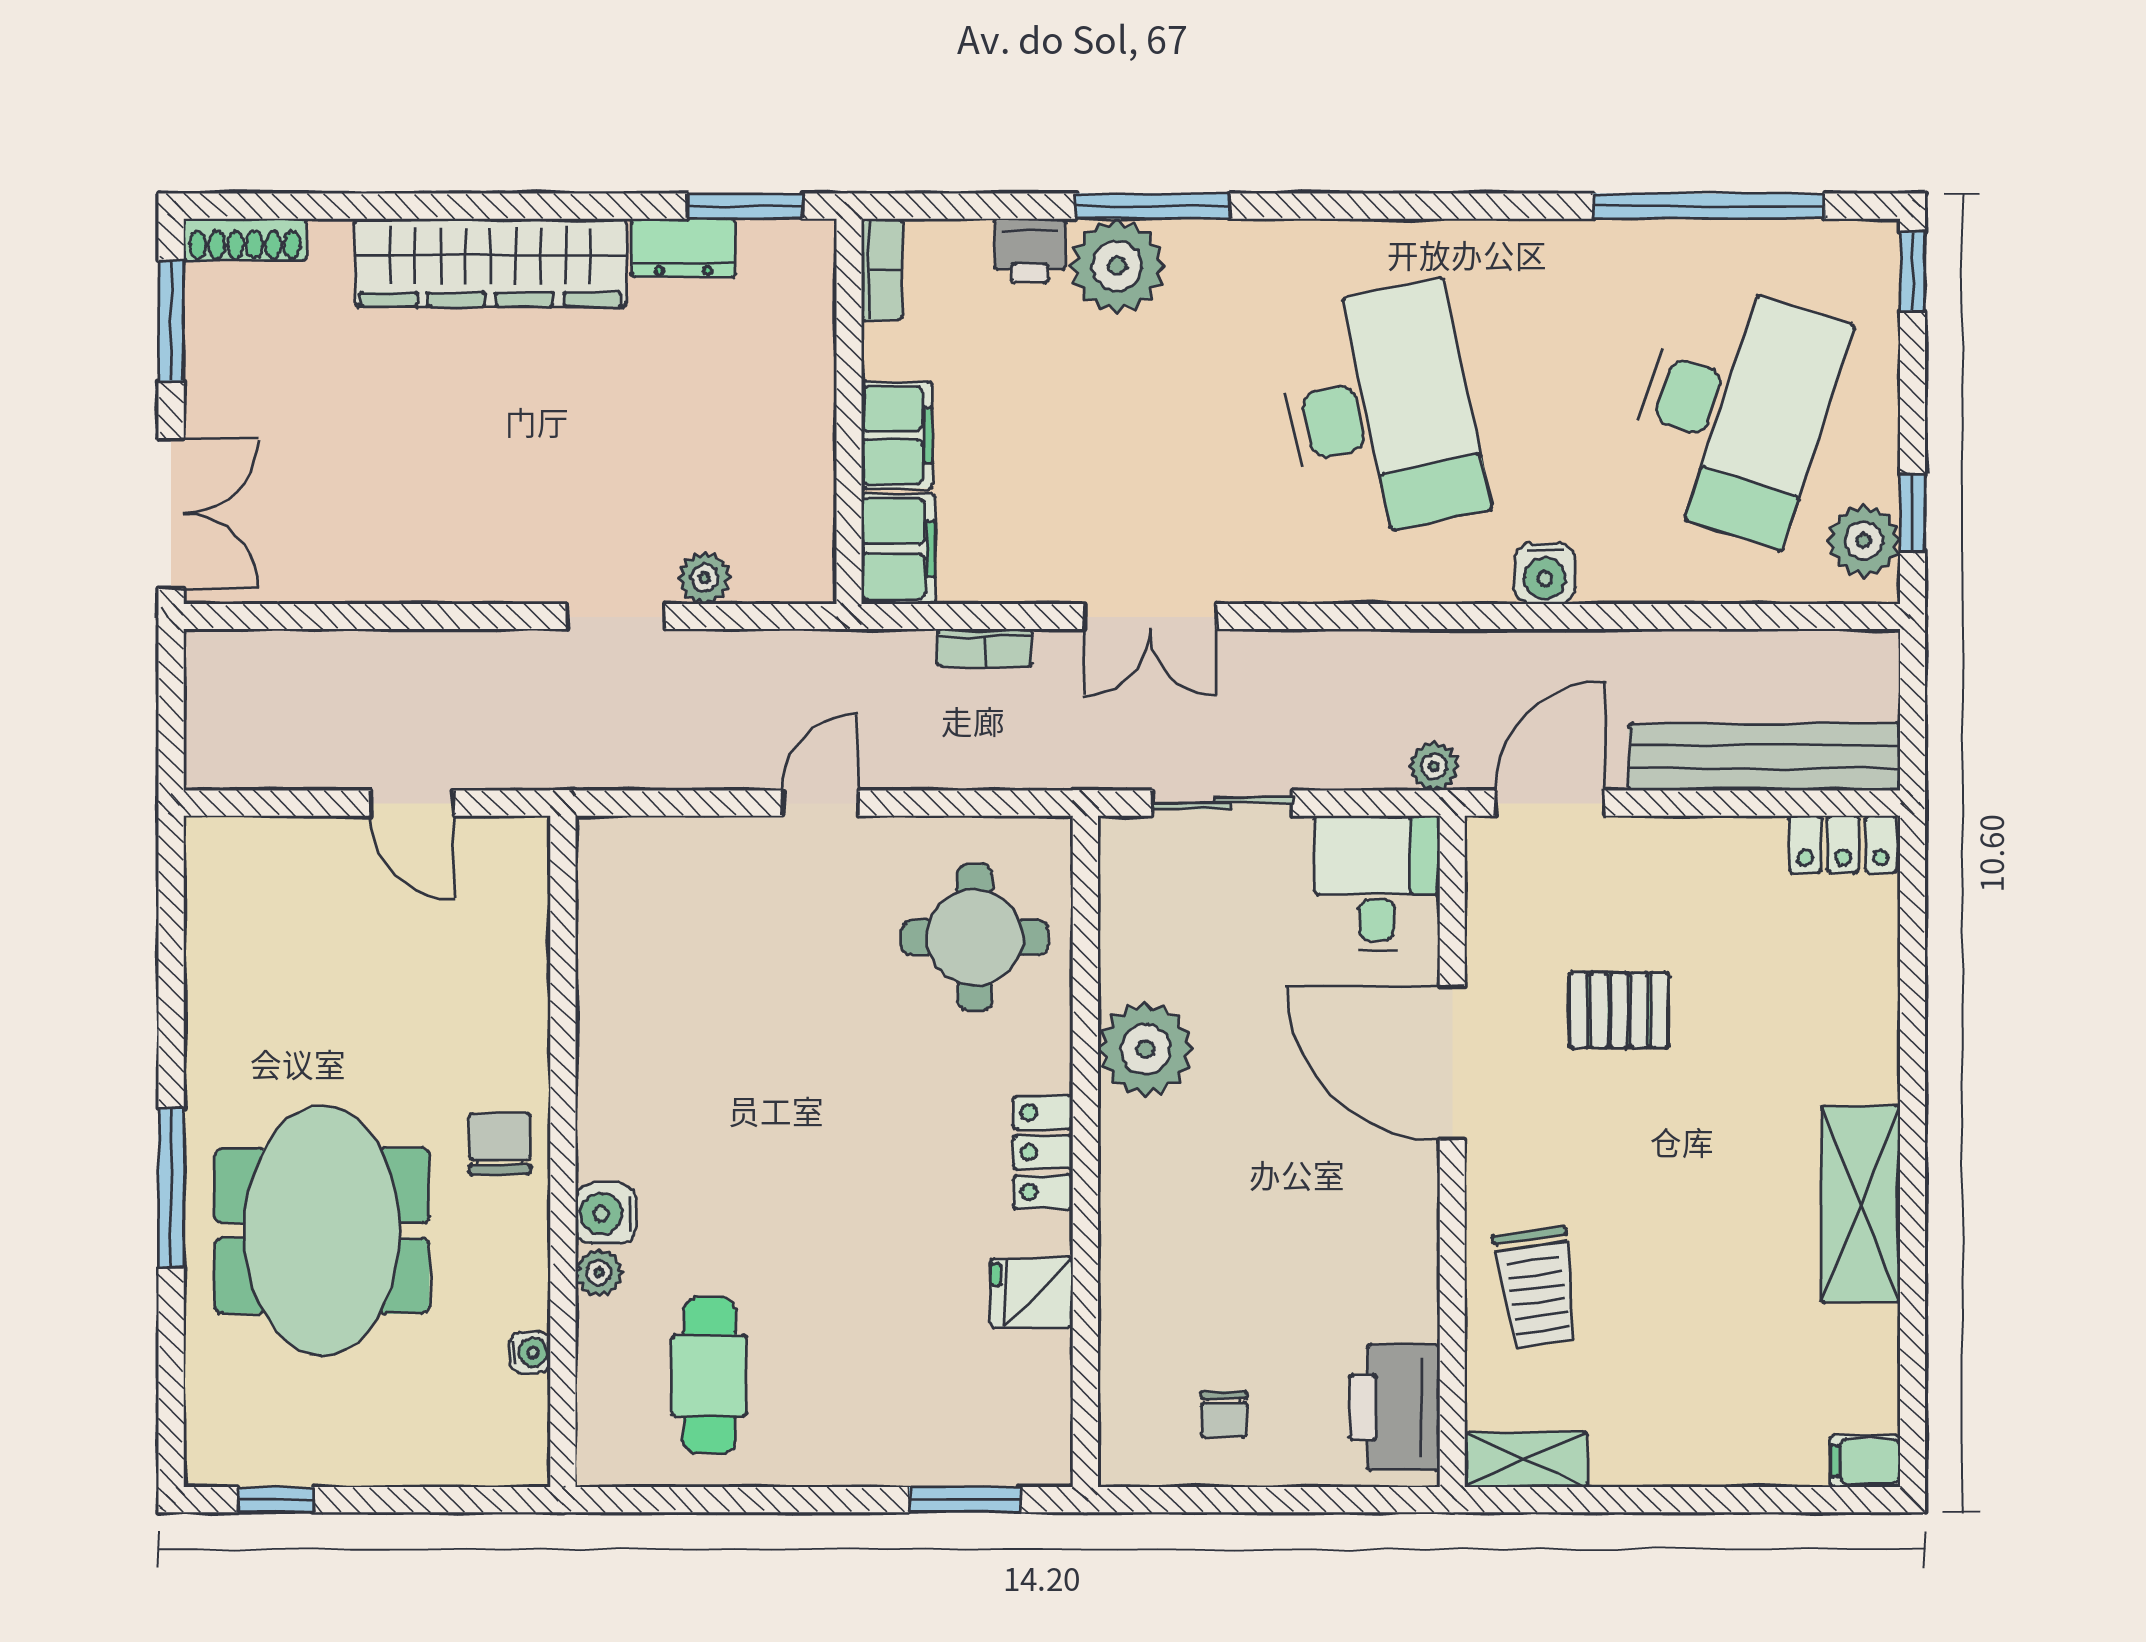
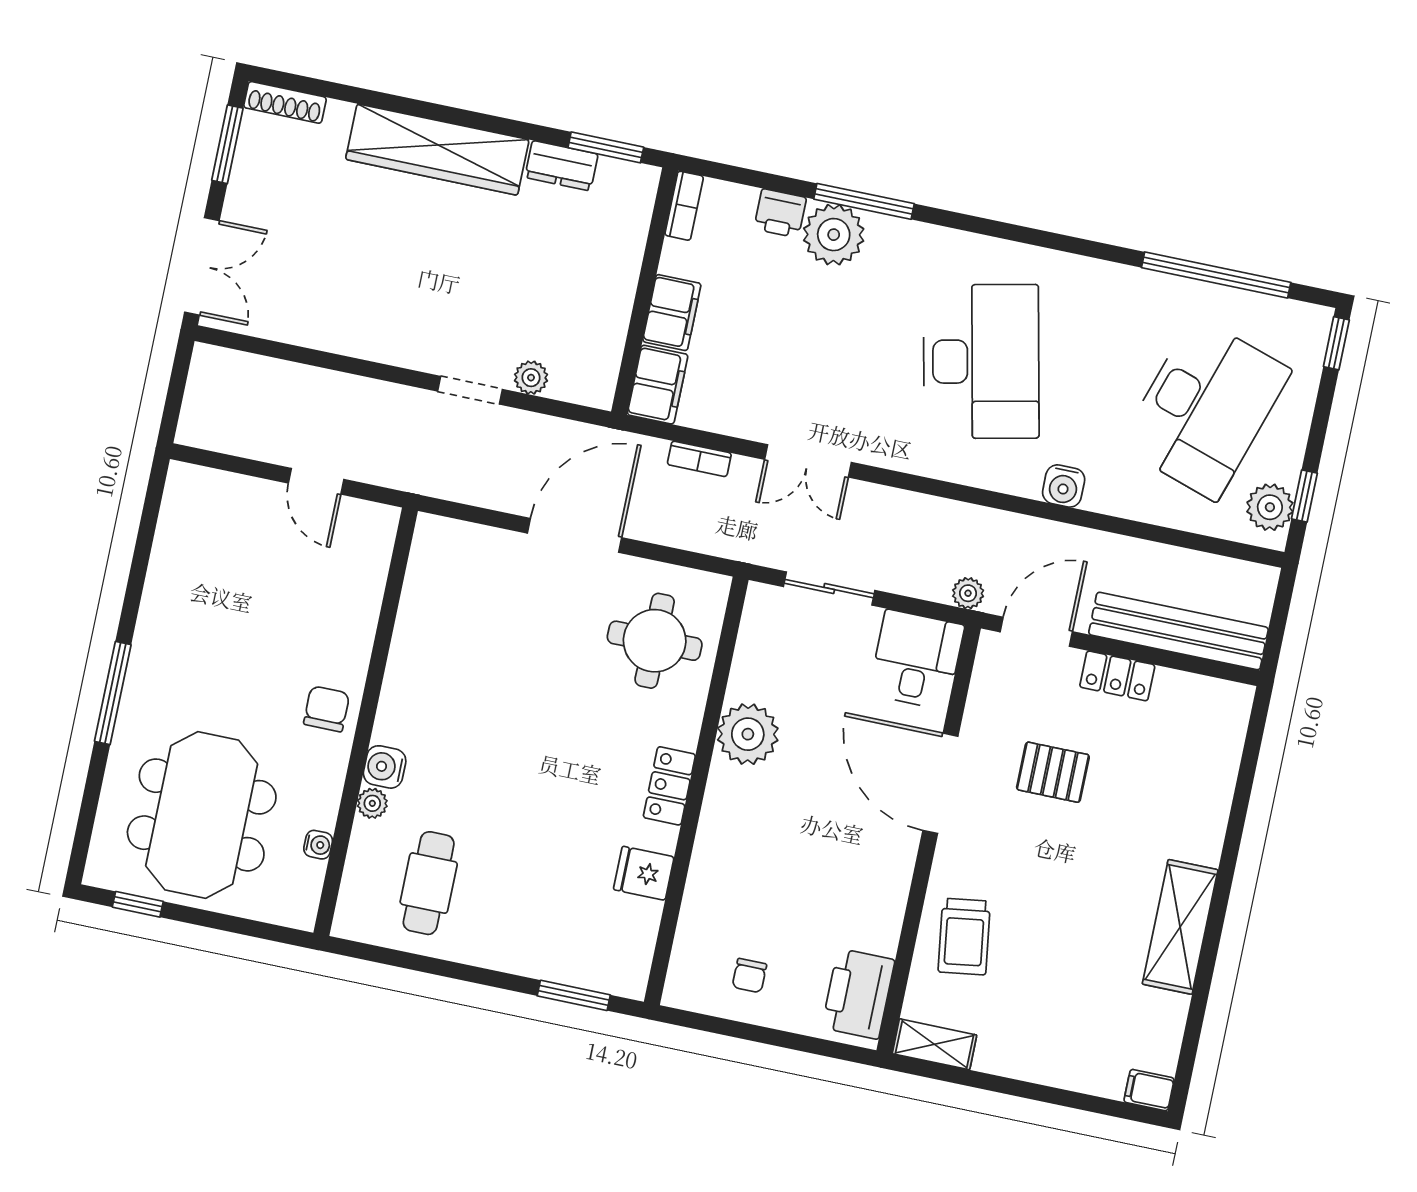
door: (820, 803) -> (575, 535), width x1.88
locker: (1843, 844) -> (1117, 676), moved
meeting table: (322, 1231) -> (202, 815), moved

